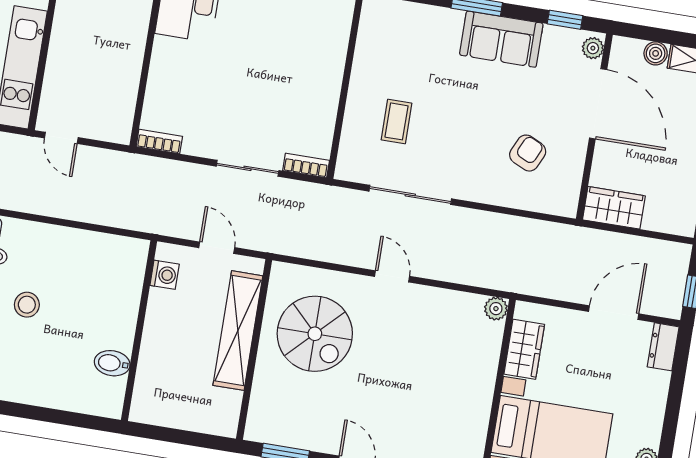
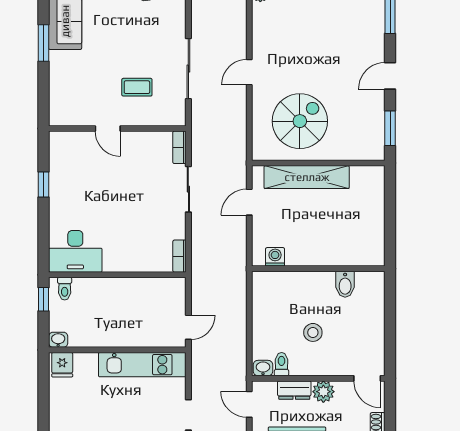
door: (347, 73) -> (108, 129), added
washing machine: (165, 275) -> (275, 257), moved
wall: (139, 331) -> (318, 269), moved
bidet: (112, 363) -> (345, 284), moved

